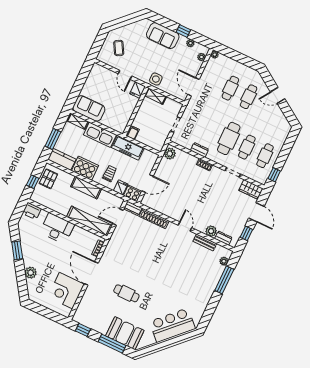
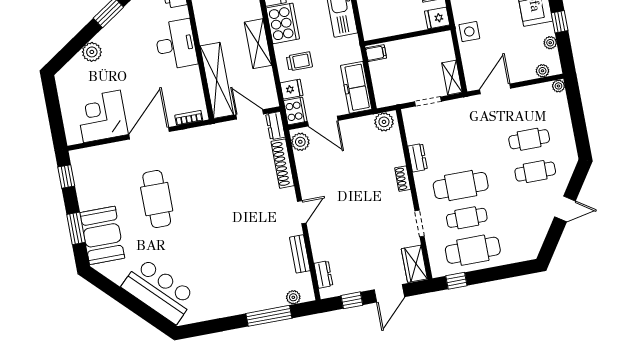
door: (278, 95) -> (565, 209), swing flipped
shelving: (156, 96) -> (452, 78), moved
freezer: (128, 148) -> (356, 87), moved
cafe table: (265, 156) -> (473, 250), width x1.37, depth x1.35
plant: (211, 231) -> (300, 142), moved
cafe table: (126, 293) -> (157, 199), width x1.37, depth x1.35
window: (112, 344) -> (76, 228), width x0.69

